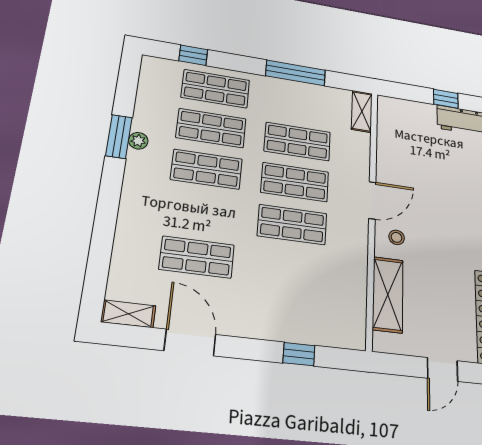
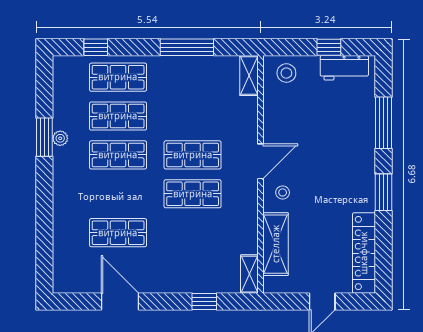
stool: (402, 116) -> (286, 73), added
shop shelf: (297, 142) -> (193, 116), removed
shelving: (128, 314) -> (249, 274), moved, turned 90

